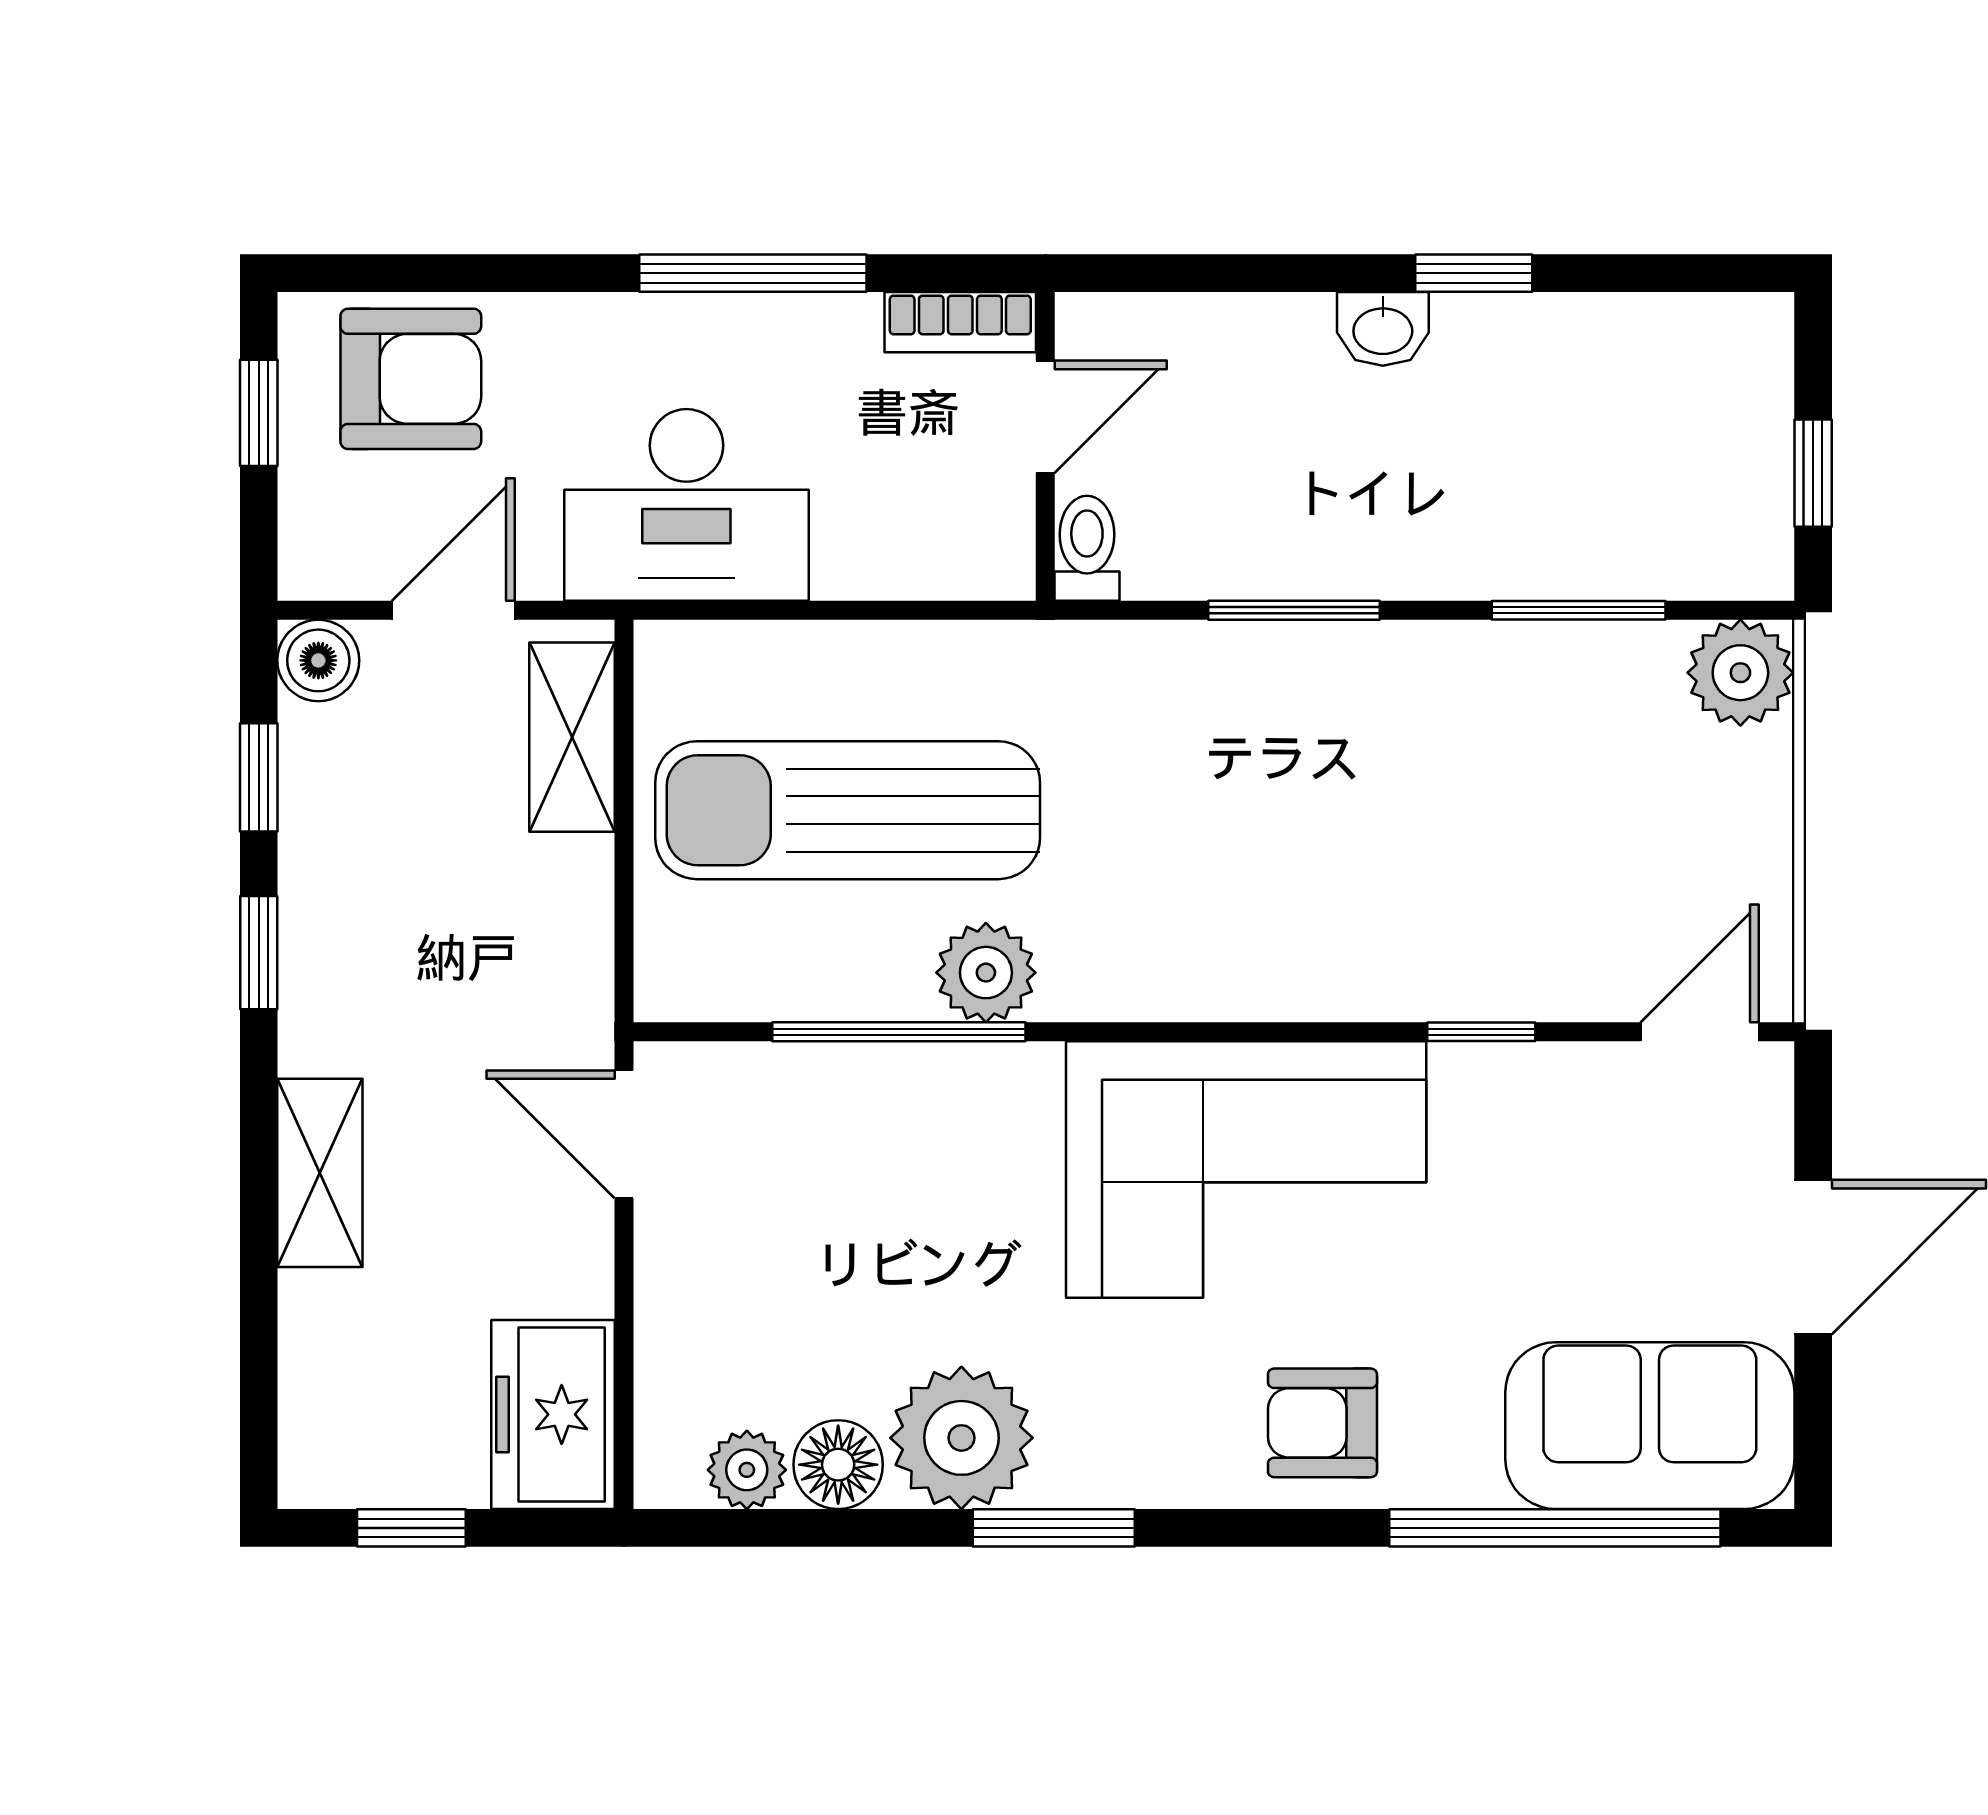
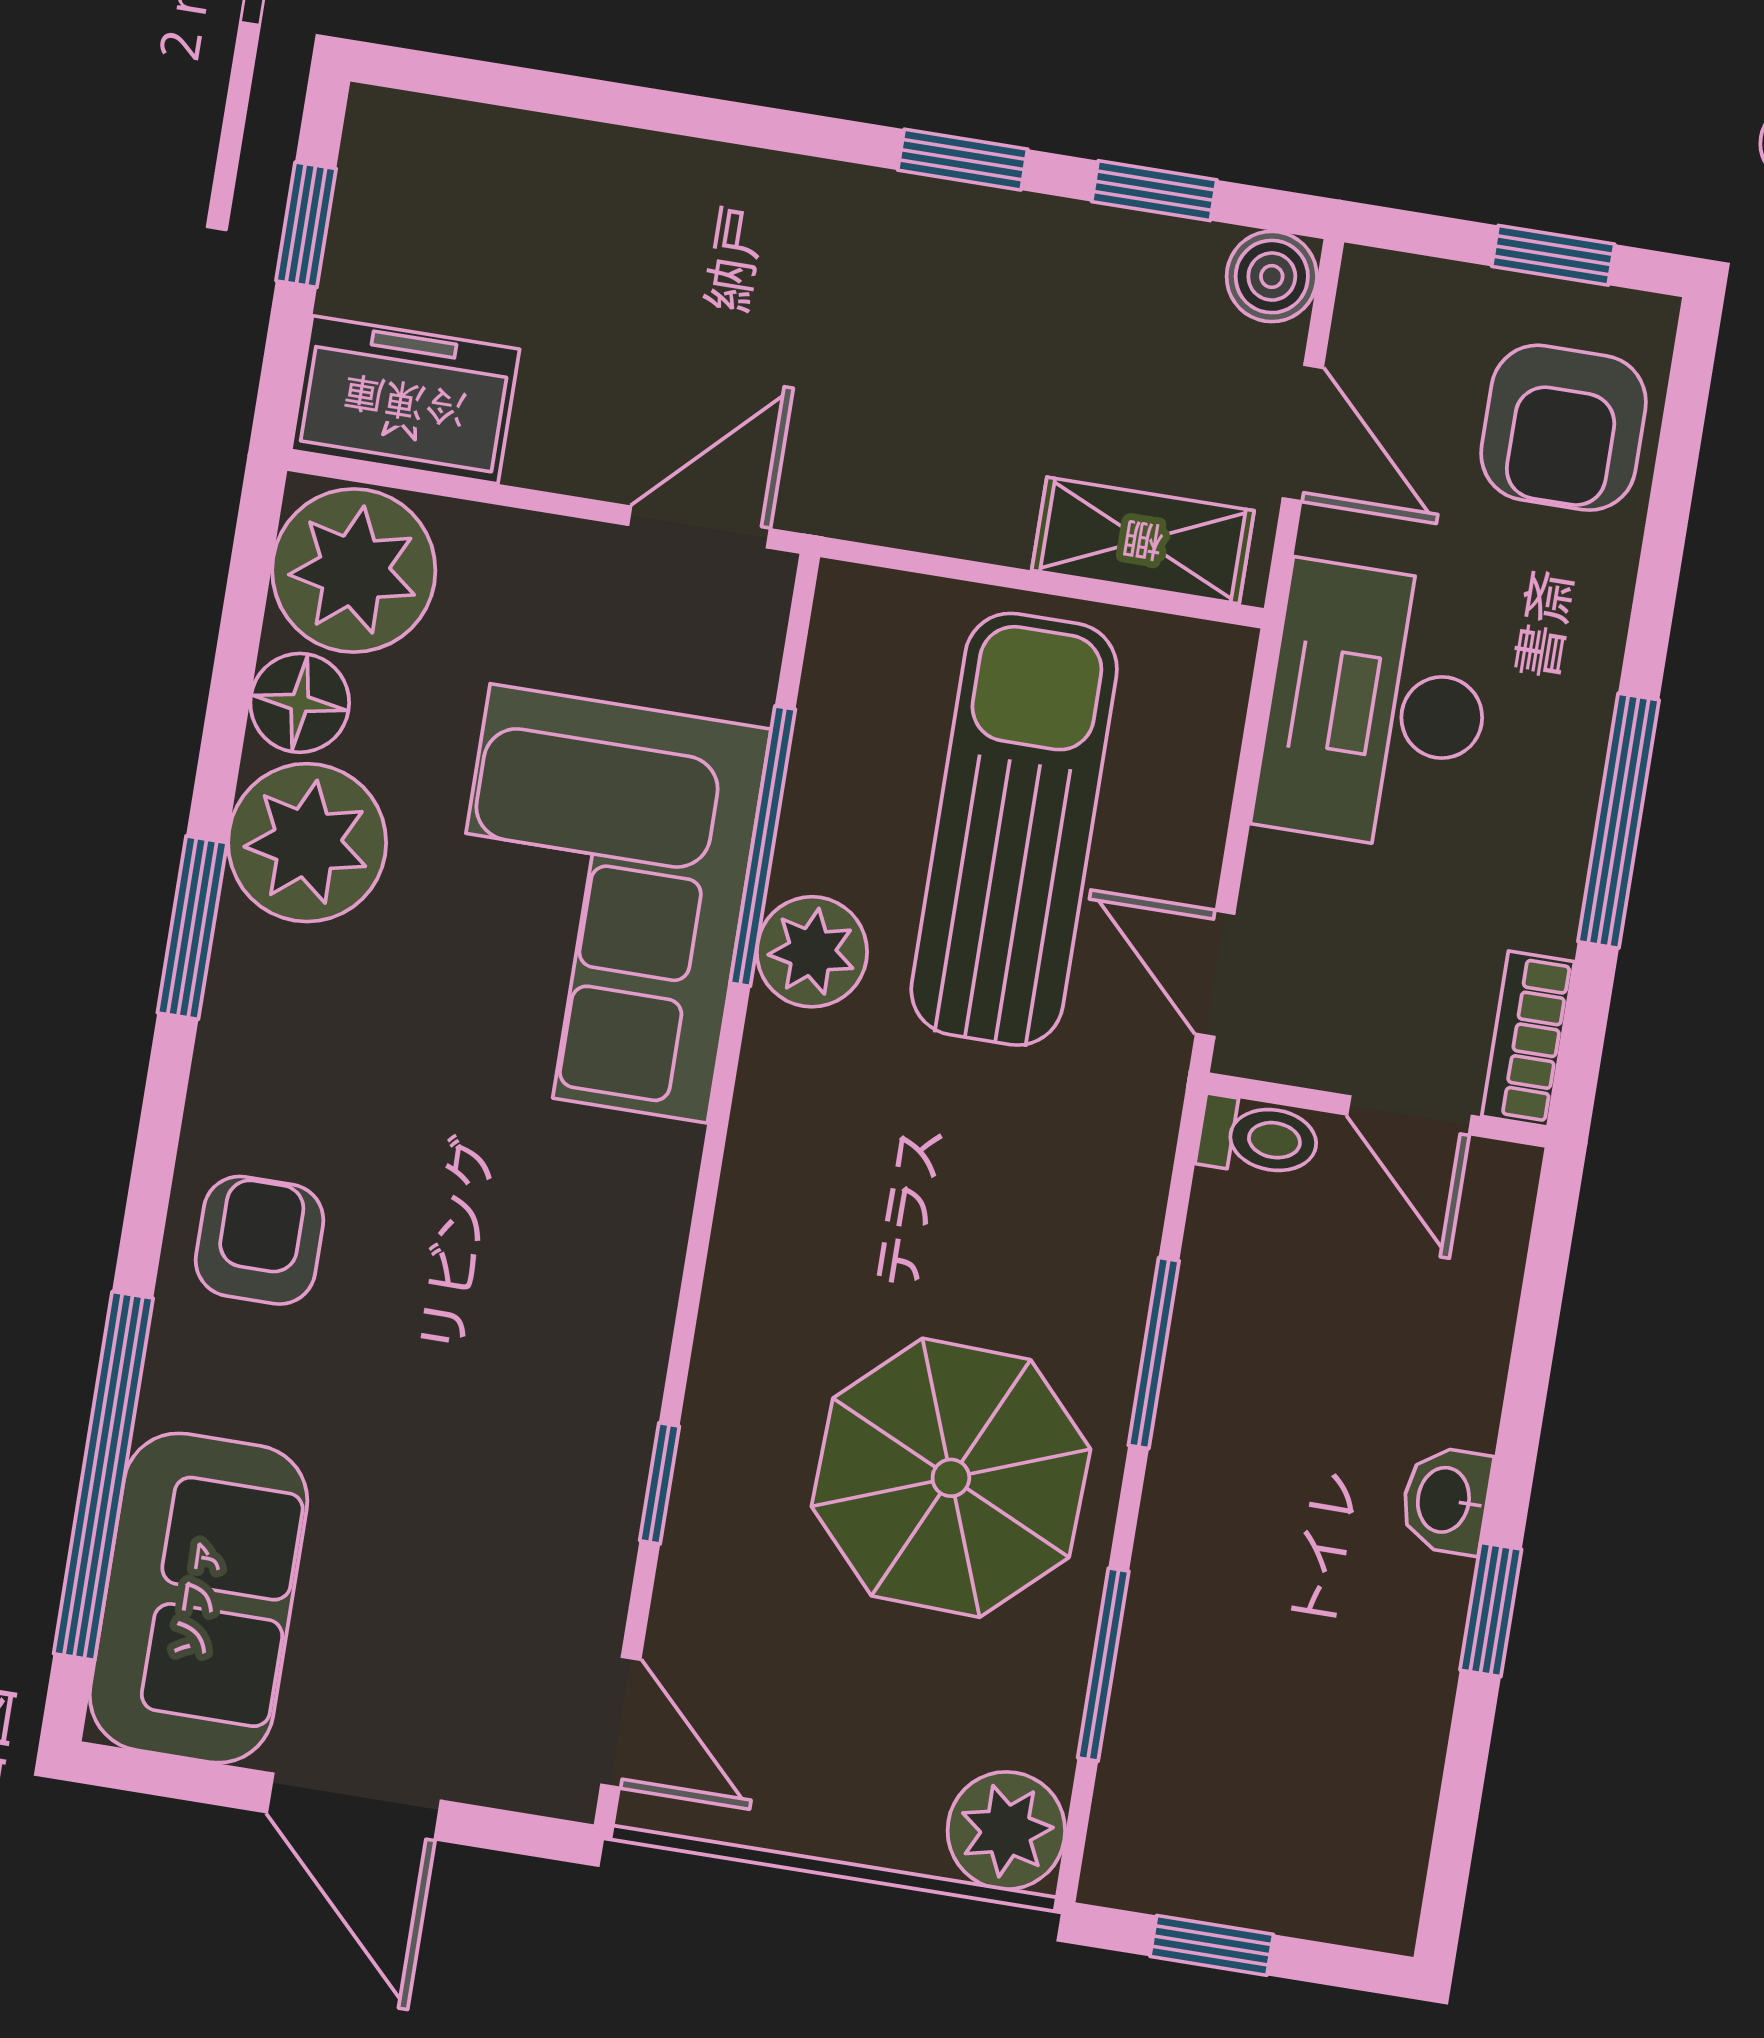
door: (947, 610) -> (1215, 974), added
parasol: (1434, 773) -> (951, 1478), added
corner sofa: (1246, 1169) -> (599, 903), moved
shelving: (320, 1173) -> (711, 187), removed
plant: (747, 1470) -> (354, 570), width x1.87, depth x1.87

